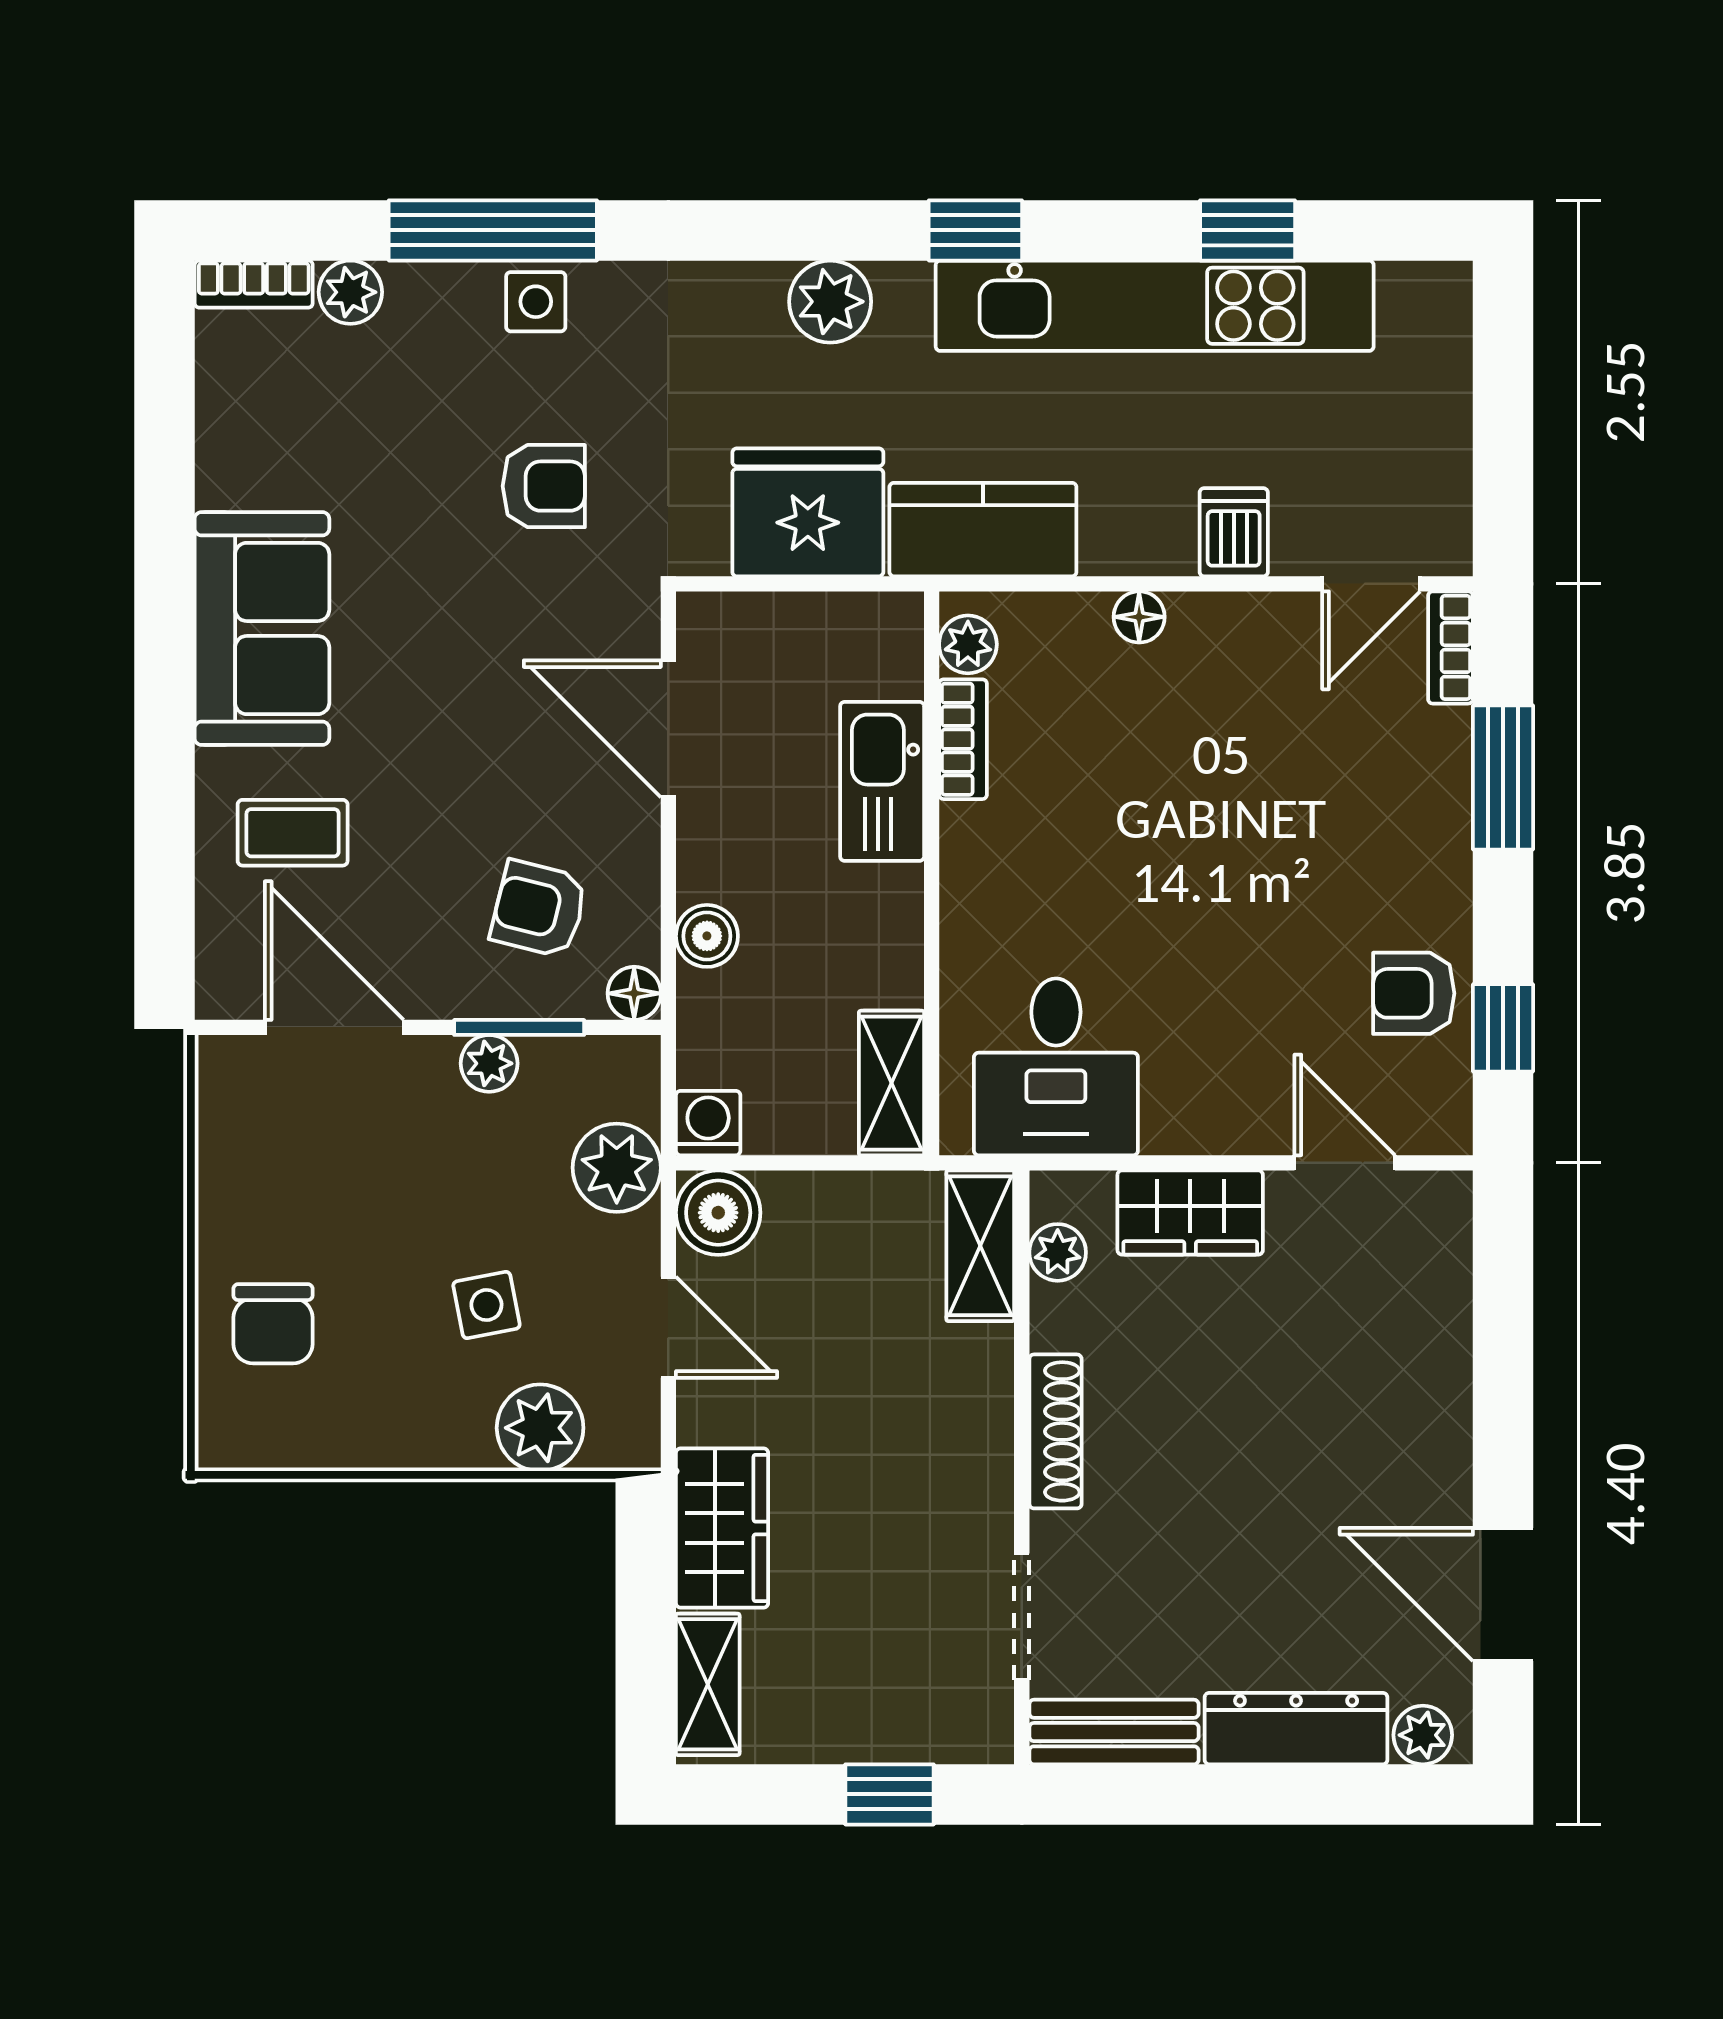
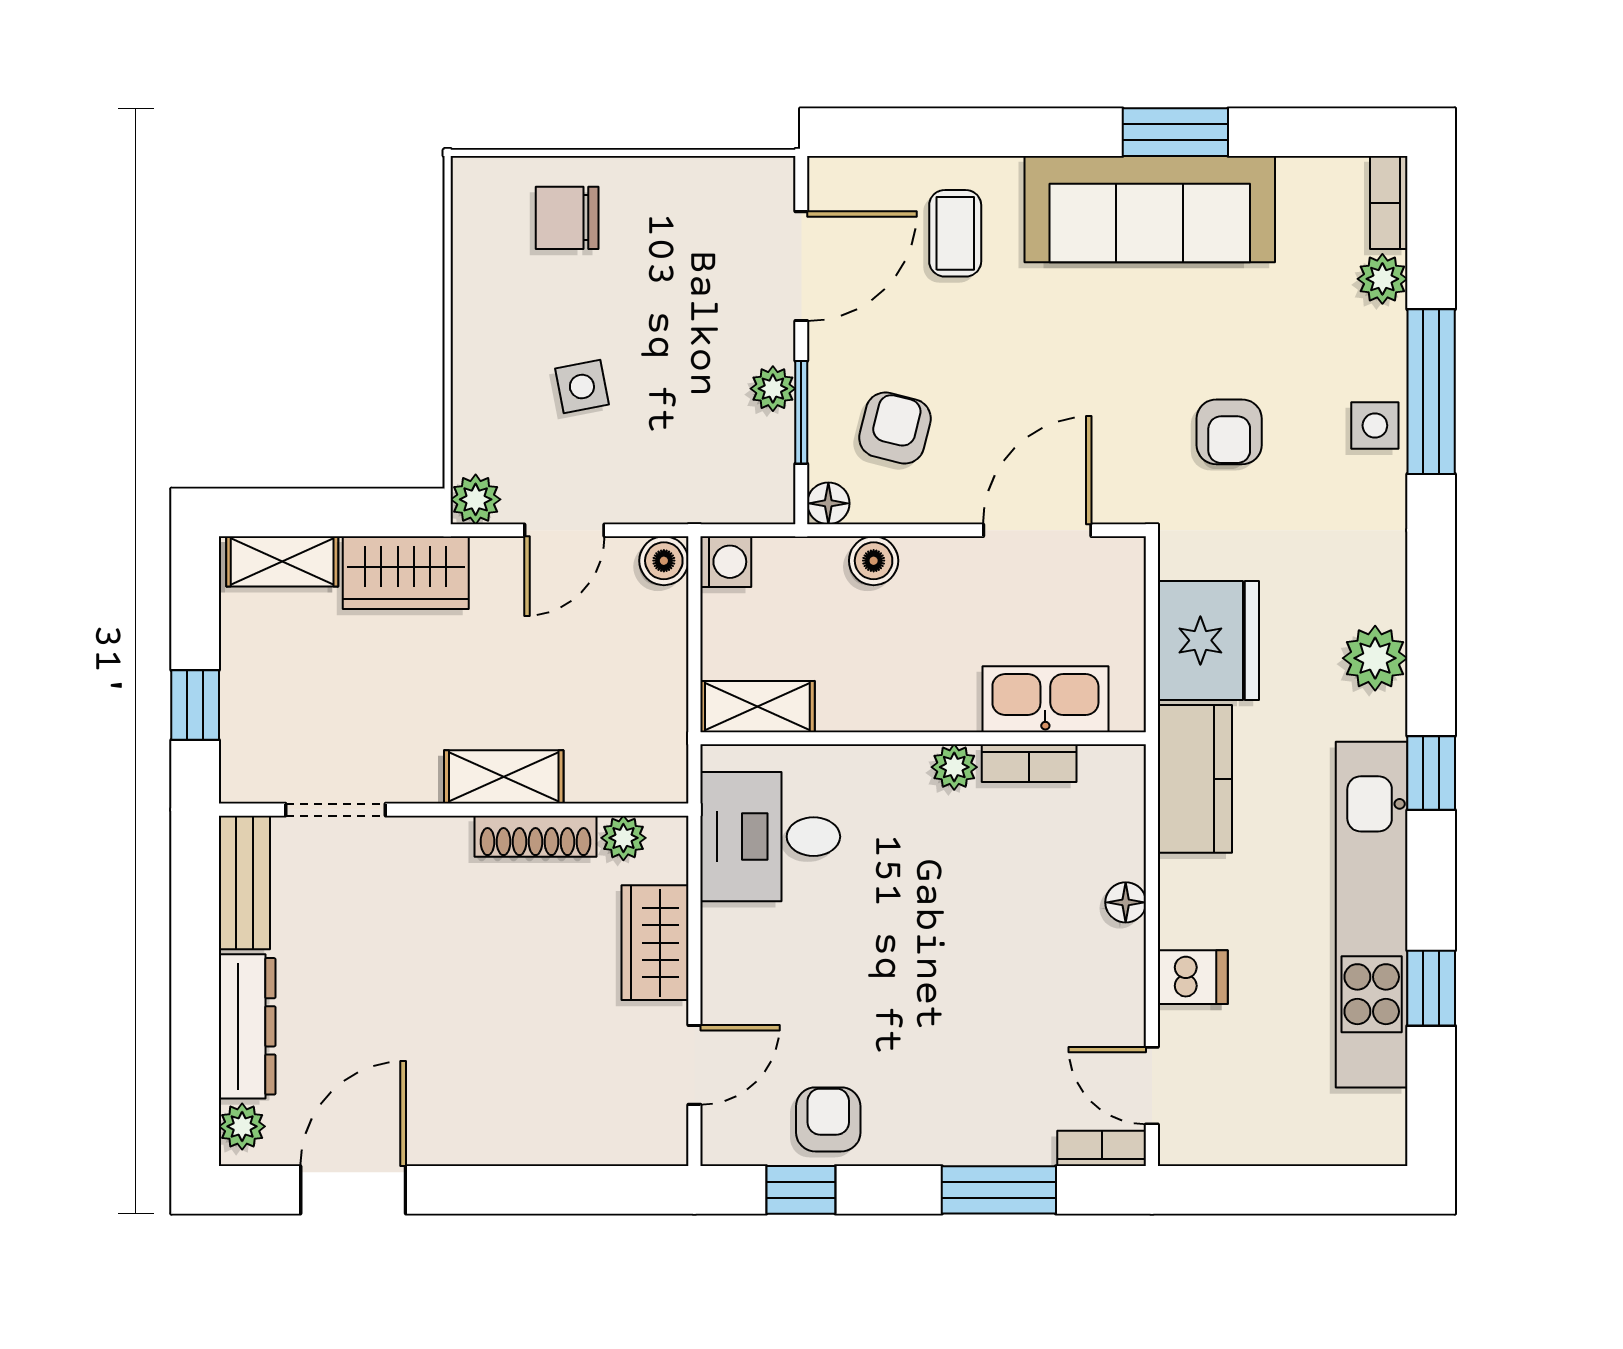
window: (165, 554) -> (1175, 132), added
sofa: (262, 628) -> (1150, 209), width x1.36
plant: (968, 644) -> (954, 767), moved
kitchen sink: (882, 781) -> (1045, 699), moved
plant: (617, 1168) -> (690, 489), removed
boiler: (718, 1213) -> (664, 561), width x0.73, depth x0.73
shelving: (980, 1246) -> (504, 777), moved
plant: (540, 1428) -> (476, 499), moved, width x0.73, depth x0.73
shoe rack: (1055, 1431) -> (535, 836), moved

